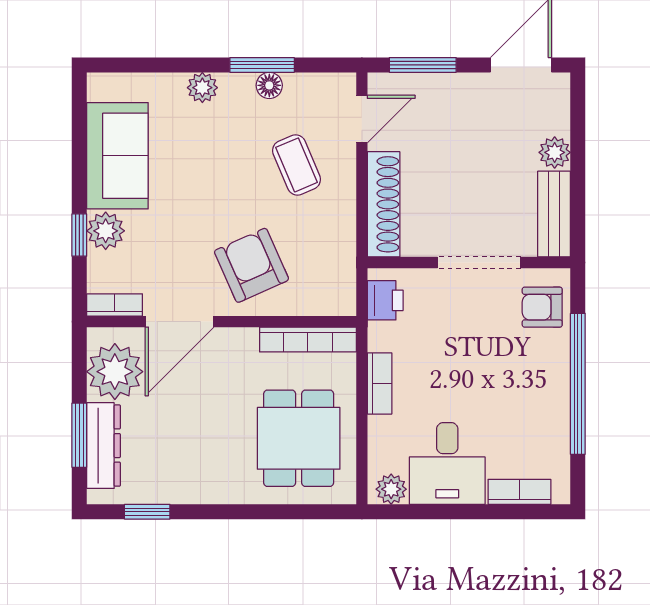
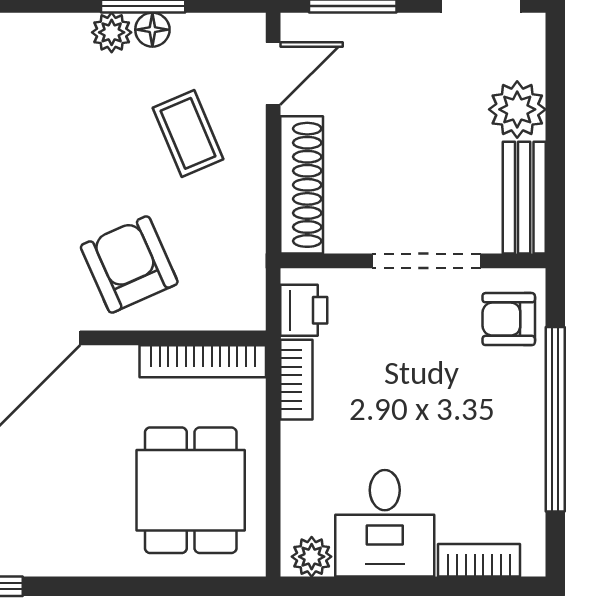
plant: (202, 88) -> (112, 32), moved
plant: (555, 152) -> (517, 109), width x1.38, depth x1.38
bookcase: (380, 383) -> (296, 380), moved

